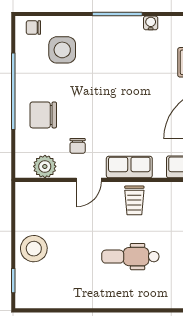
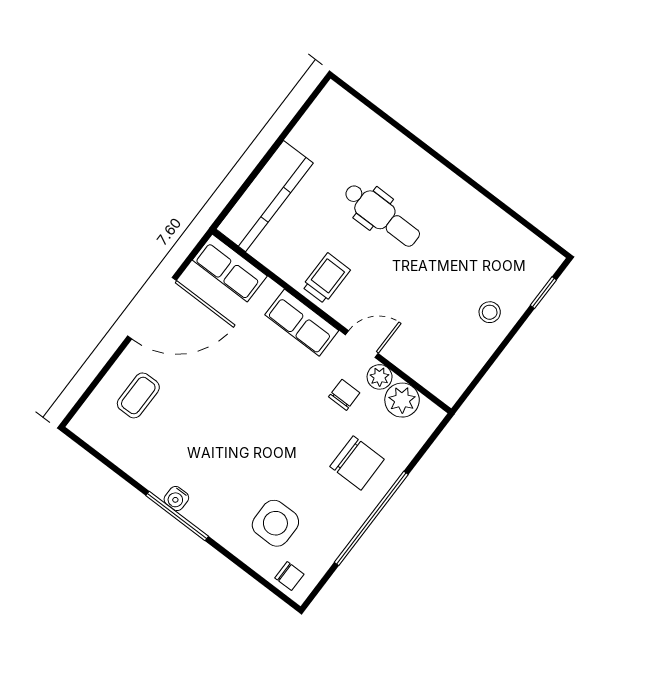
water cooler: (151, 23) -> (176, 499), moved
plant: (66, 170) -> (380, 377), added
stool: (34, 249) -> (490, 312), width x0.53, depth x0.53

